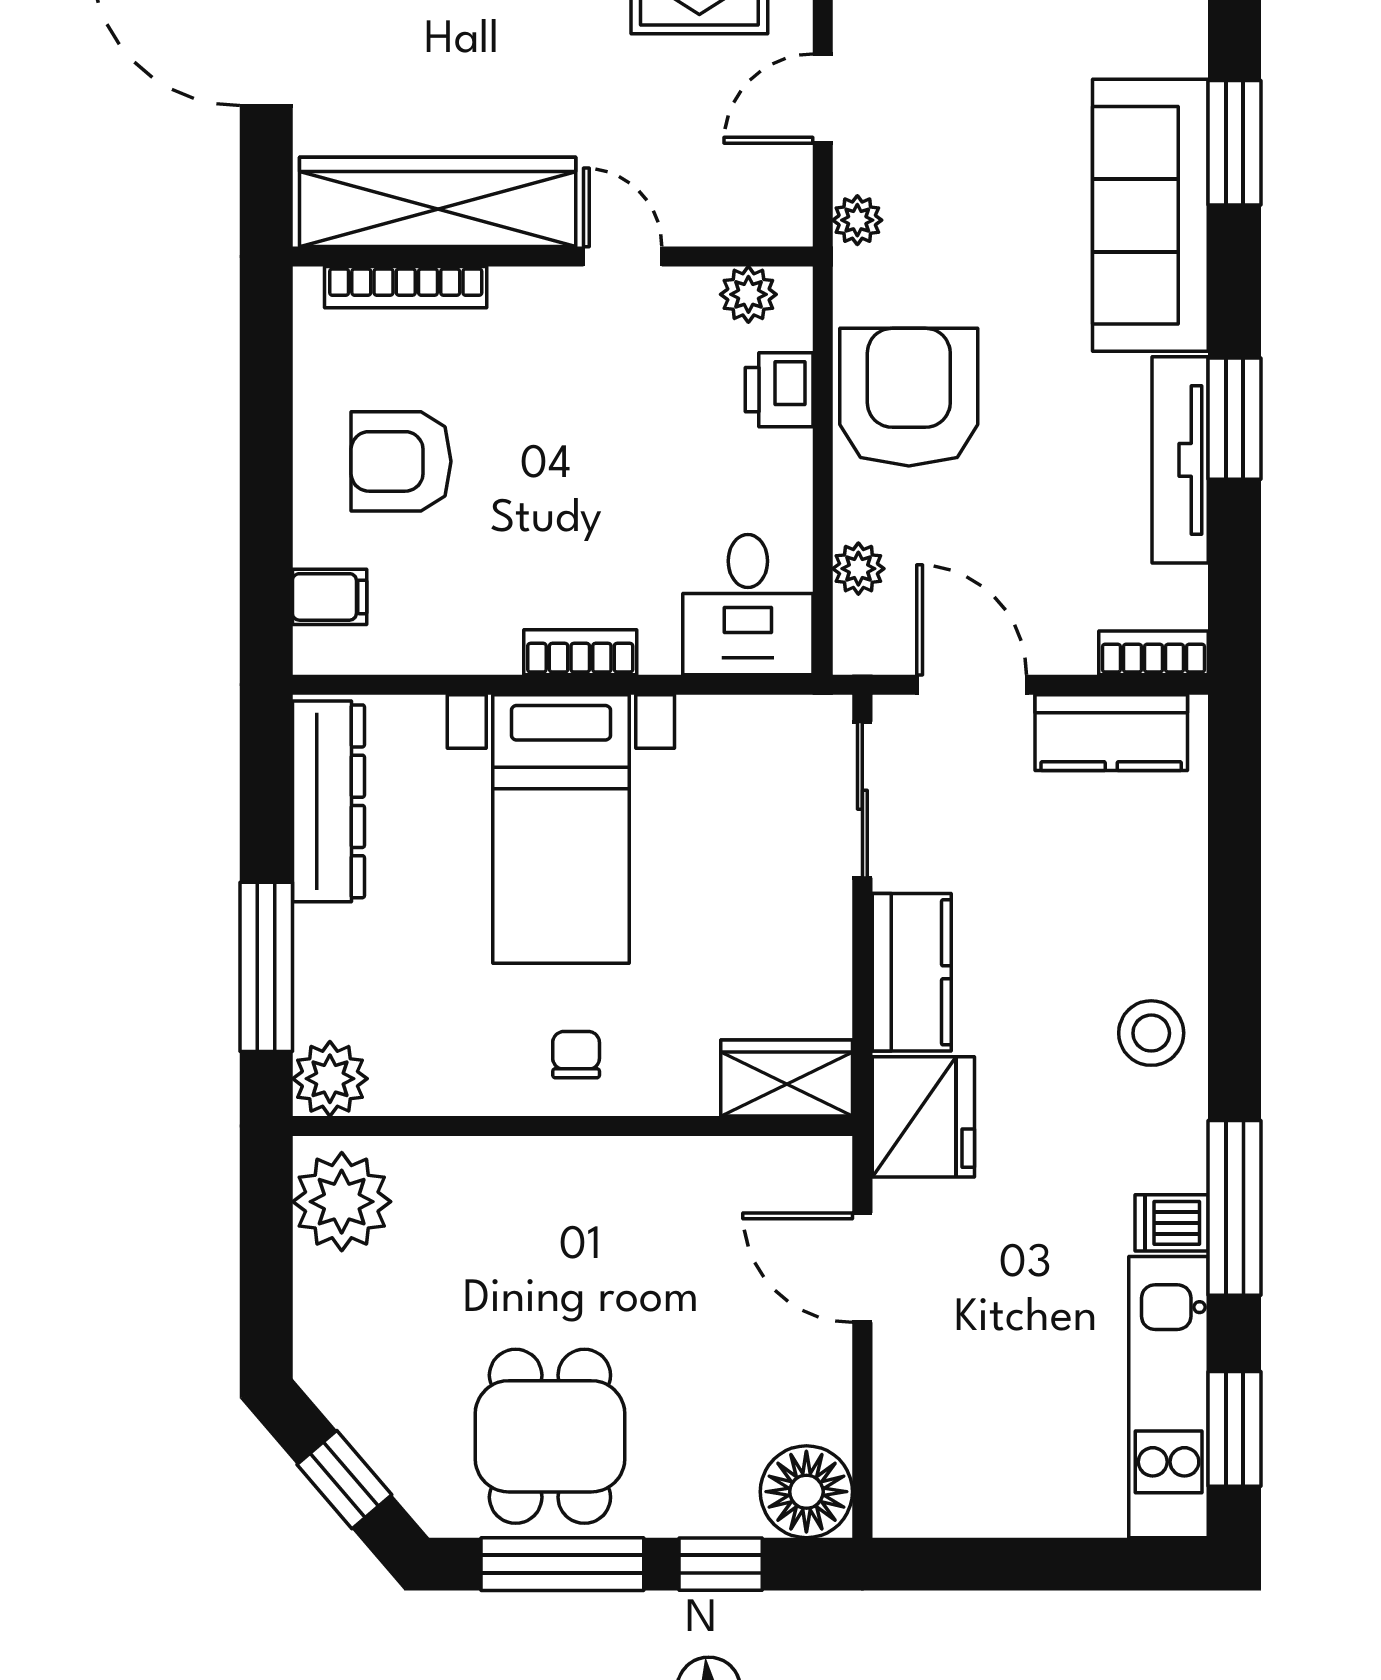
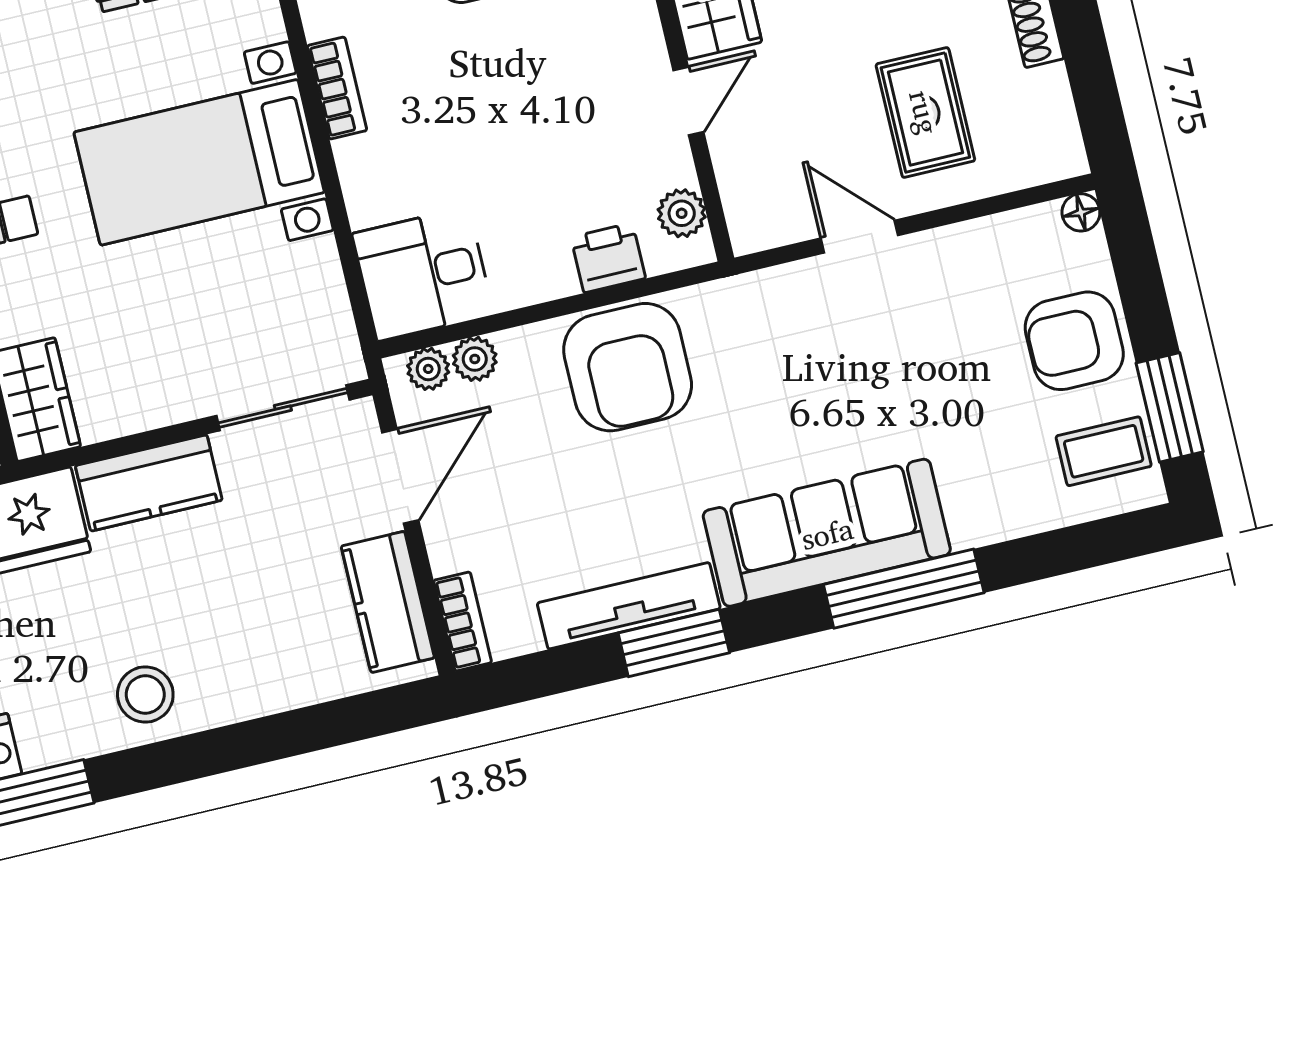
window: (1235, 143) -> (904, 589), width x1.44
plant: (857, 220) -> (428, 369), moved
armchair: (909, 397) -> (628, 367), turned 90
bookcase: (580, 652) -> (337, 88), moved

